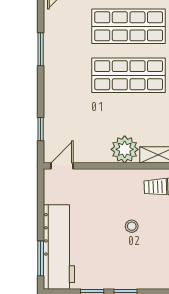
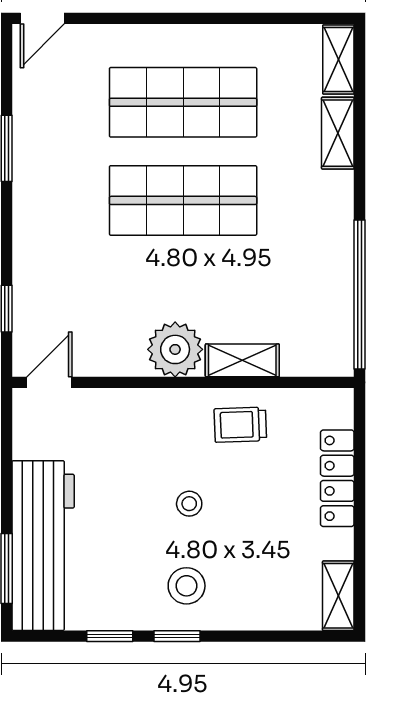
stool: (130, 267) -> (187, 586), added

